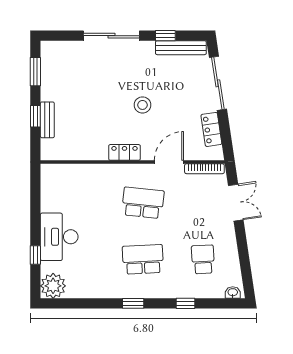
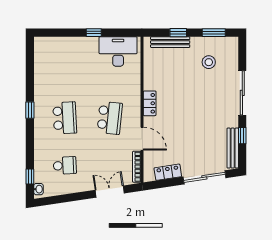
stool: (142, 105) -> (209, 62), moved
bench: (47, 120) -> (170, 42), width x1.36
double door: (236, 203) -> (110, 192), swing flipped
desk: (59, 237) -> (118, 51), moved
window: (35, 255) -> (94, 33), moved
plant: (53, 286) -> (44, 47), removed
window: (185, 303) -> (30, 177), moved

